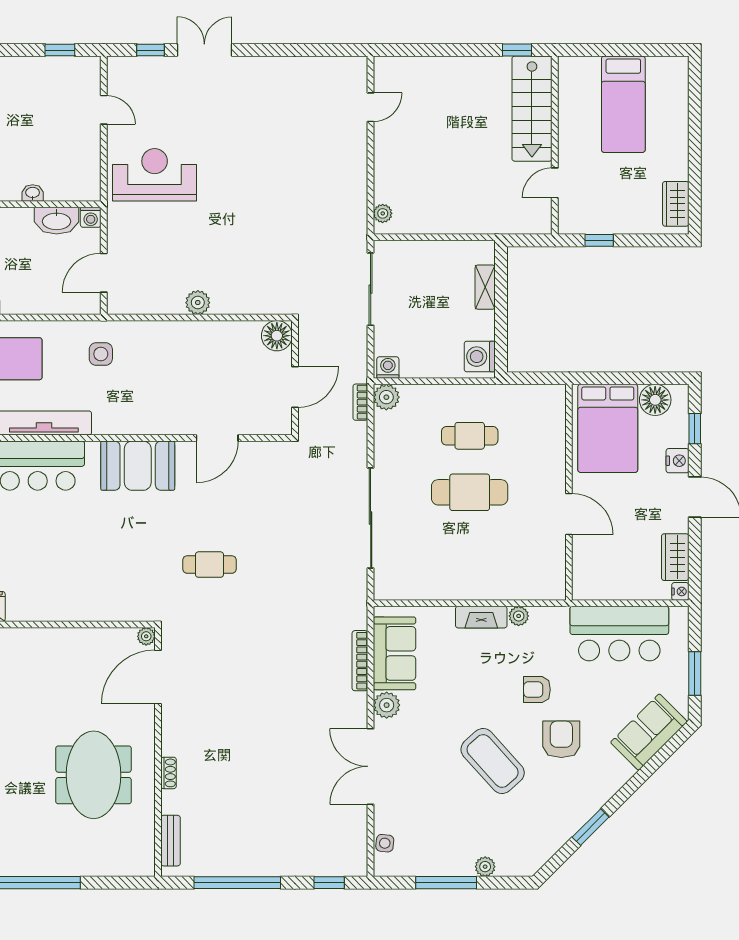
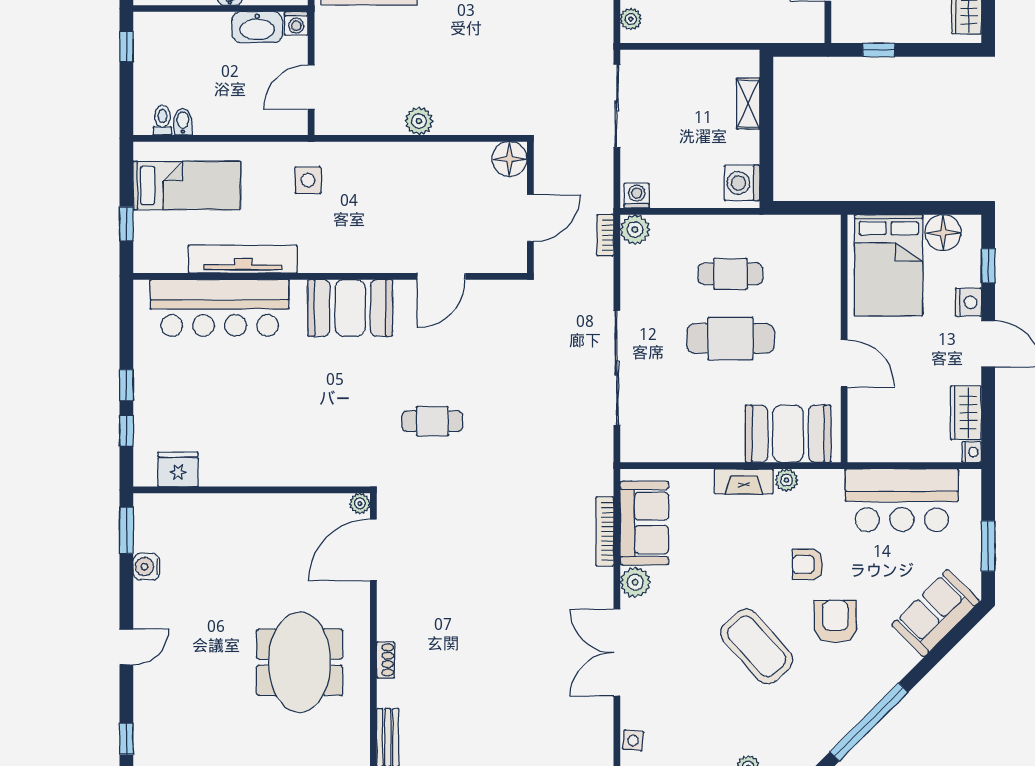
booth: (520, 575) -> (788, 434), added
window: (591, 827) -> (869, 722), width x2.11

